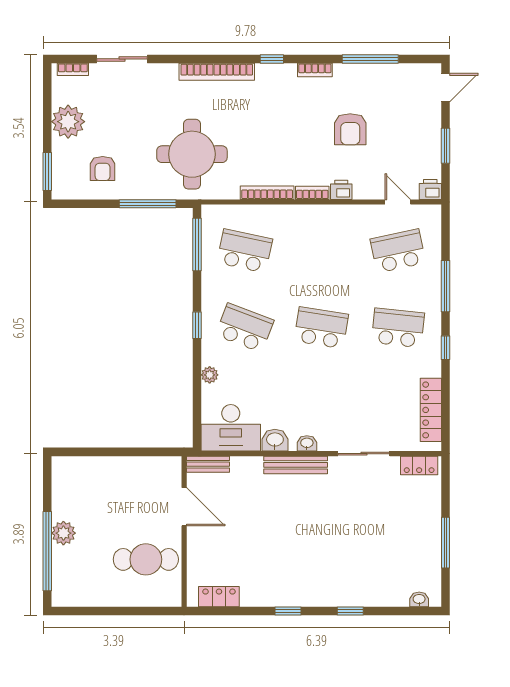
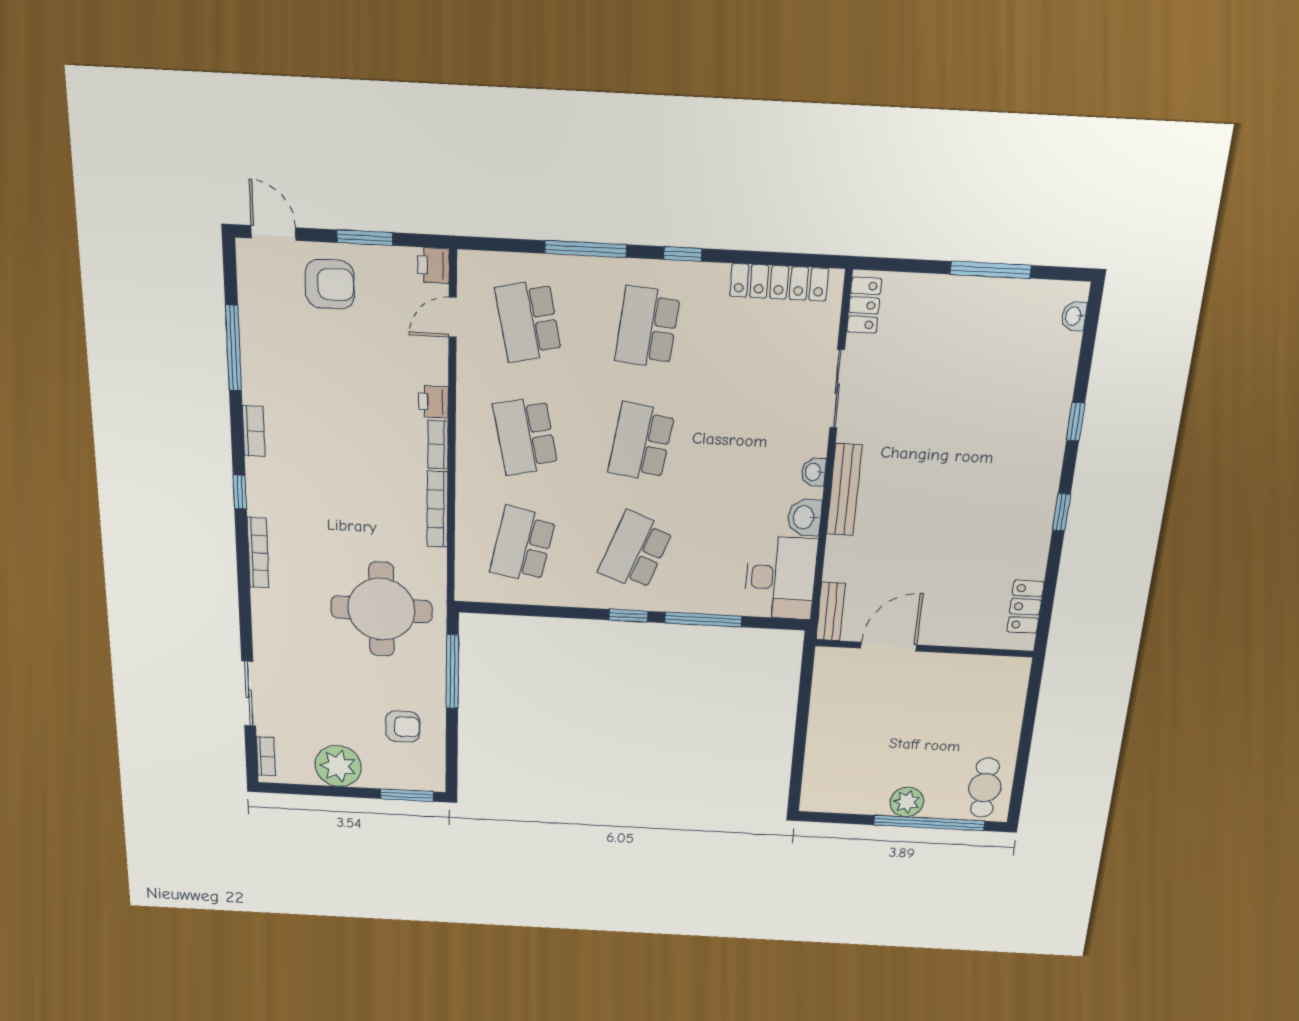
bookcase: (217, 72) -> (258, 553), width x0.68, depth x0.76
armchair: (350, 129) -> (330, 284), moved
window: (197, 245) -> (703, 620), moved
school desk: (321, 251) -> (525, 436), added
plant: (210, 375) -> (701, 602), removed
cafe table: (146, 559) -> (985, 788), moved, width x0.73, depth x0.74

